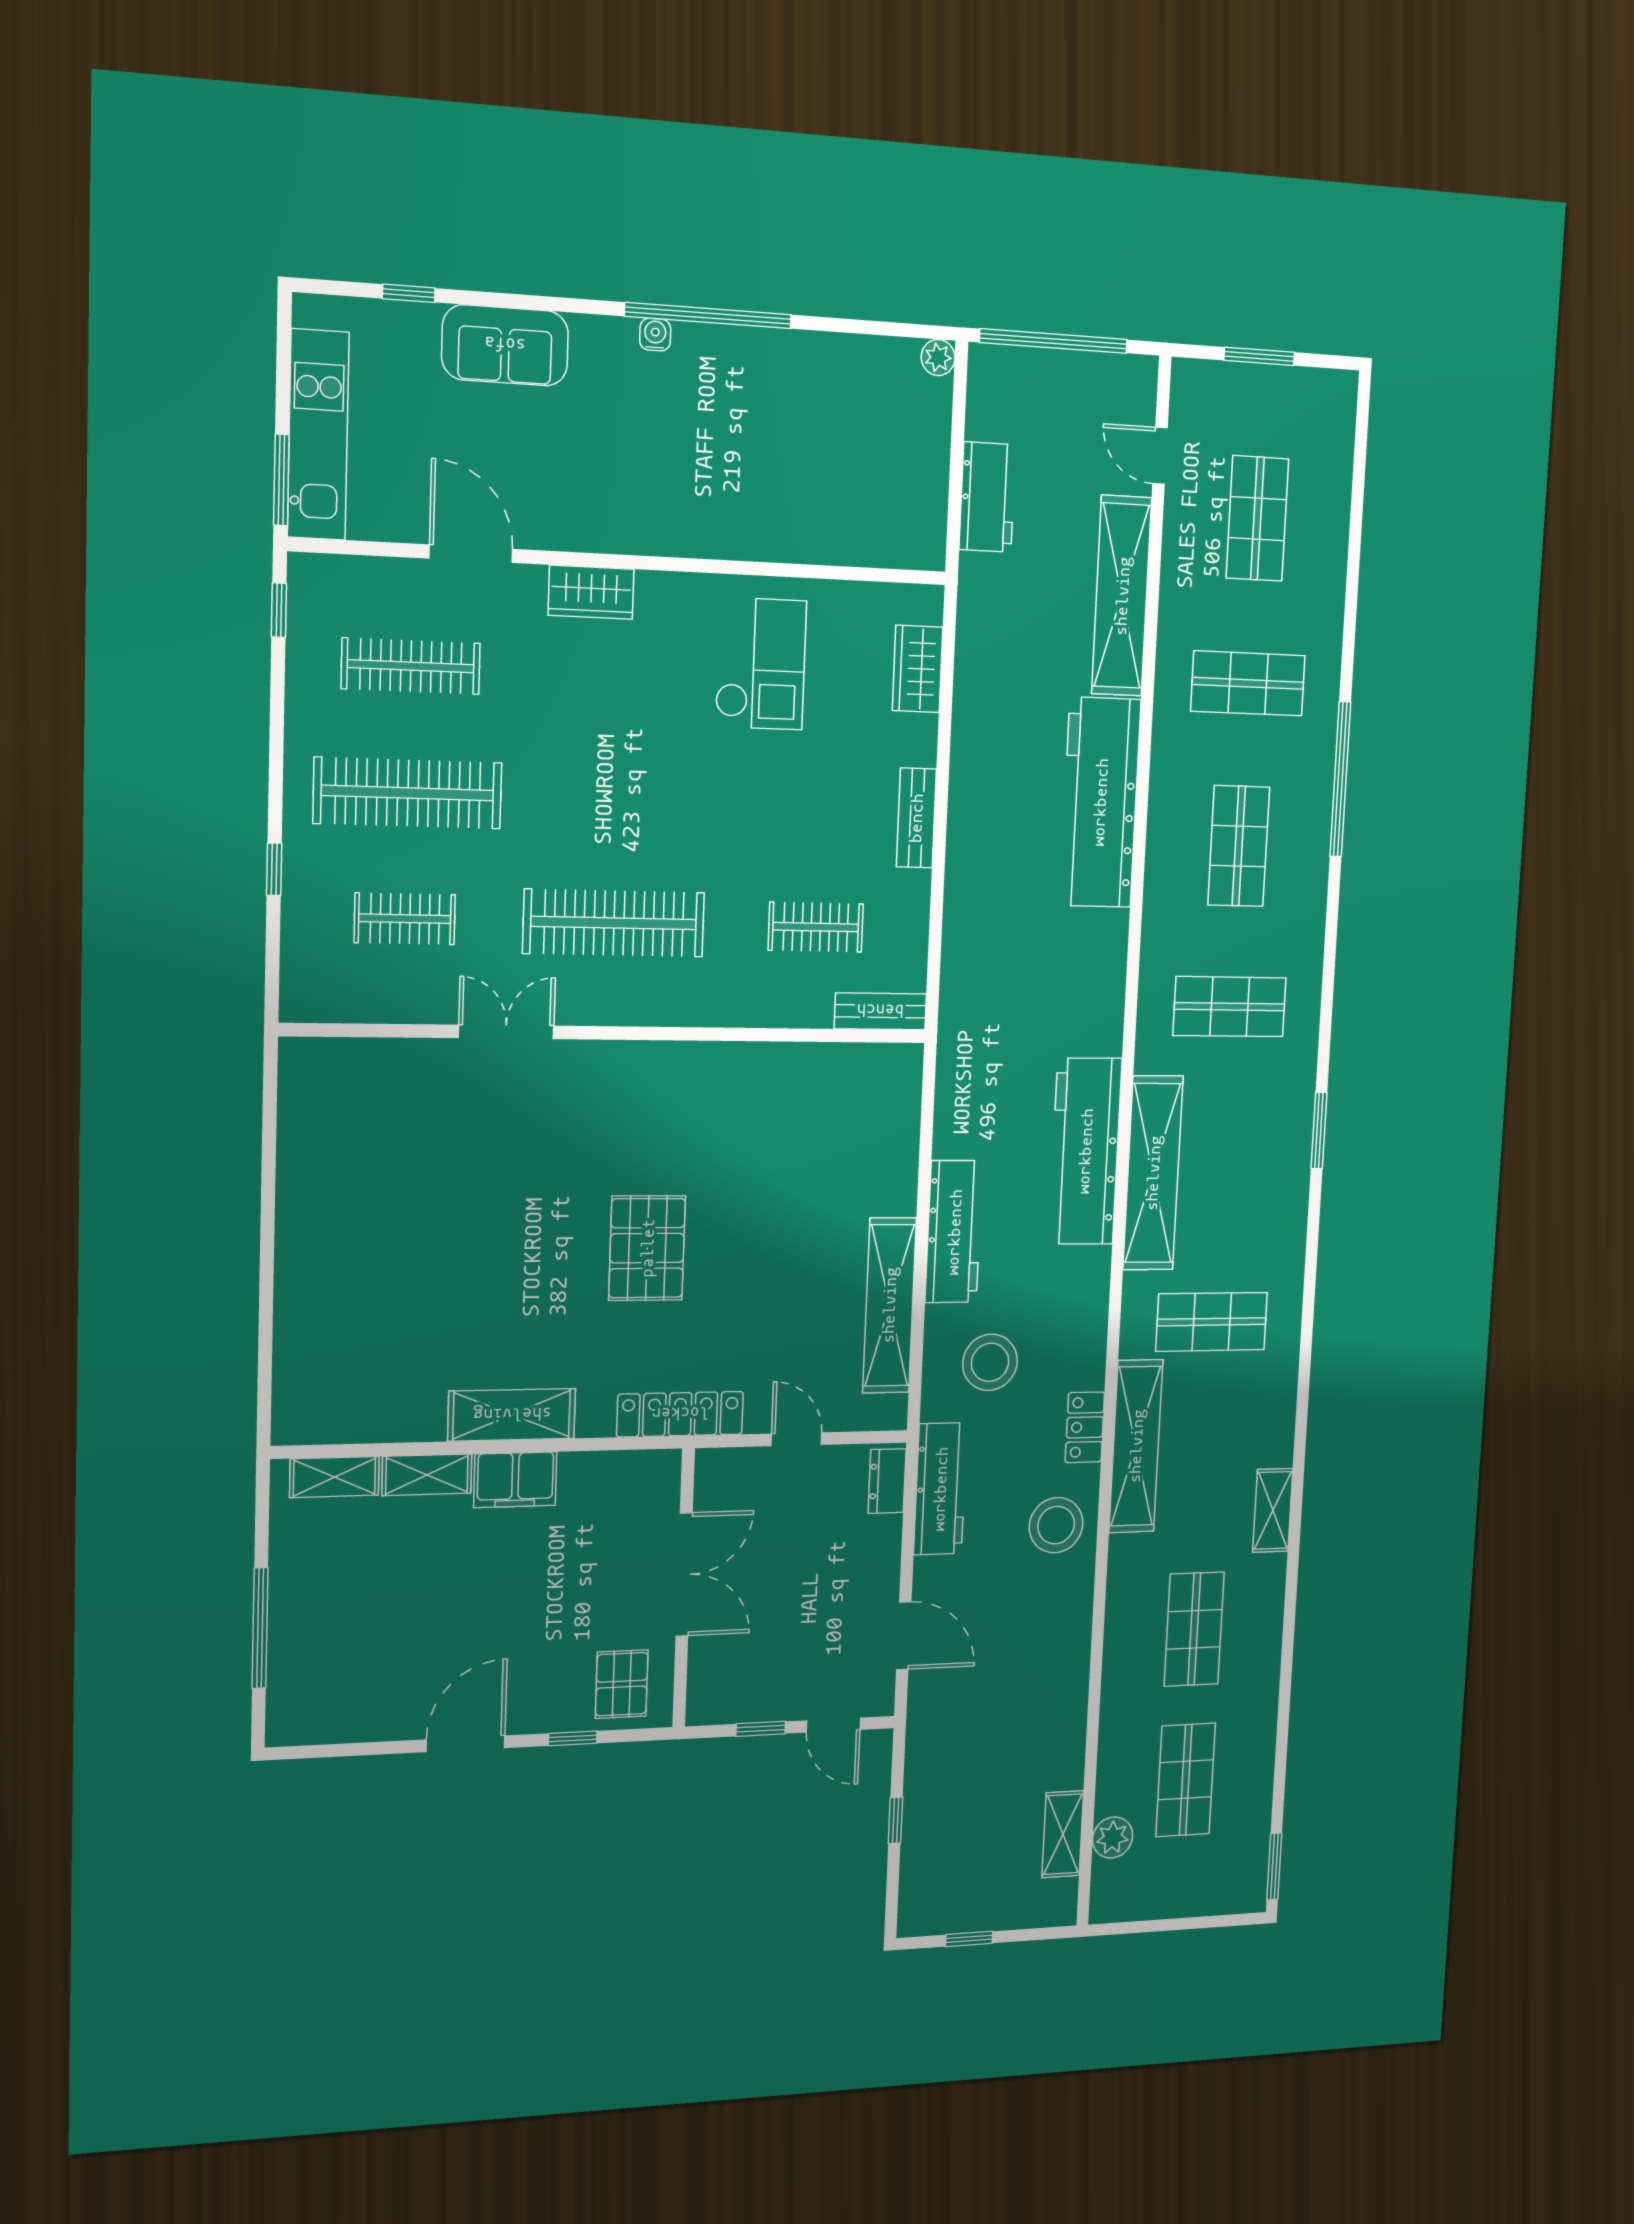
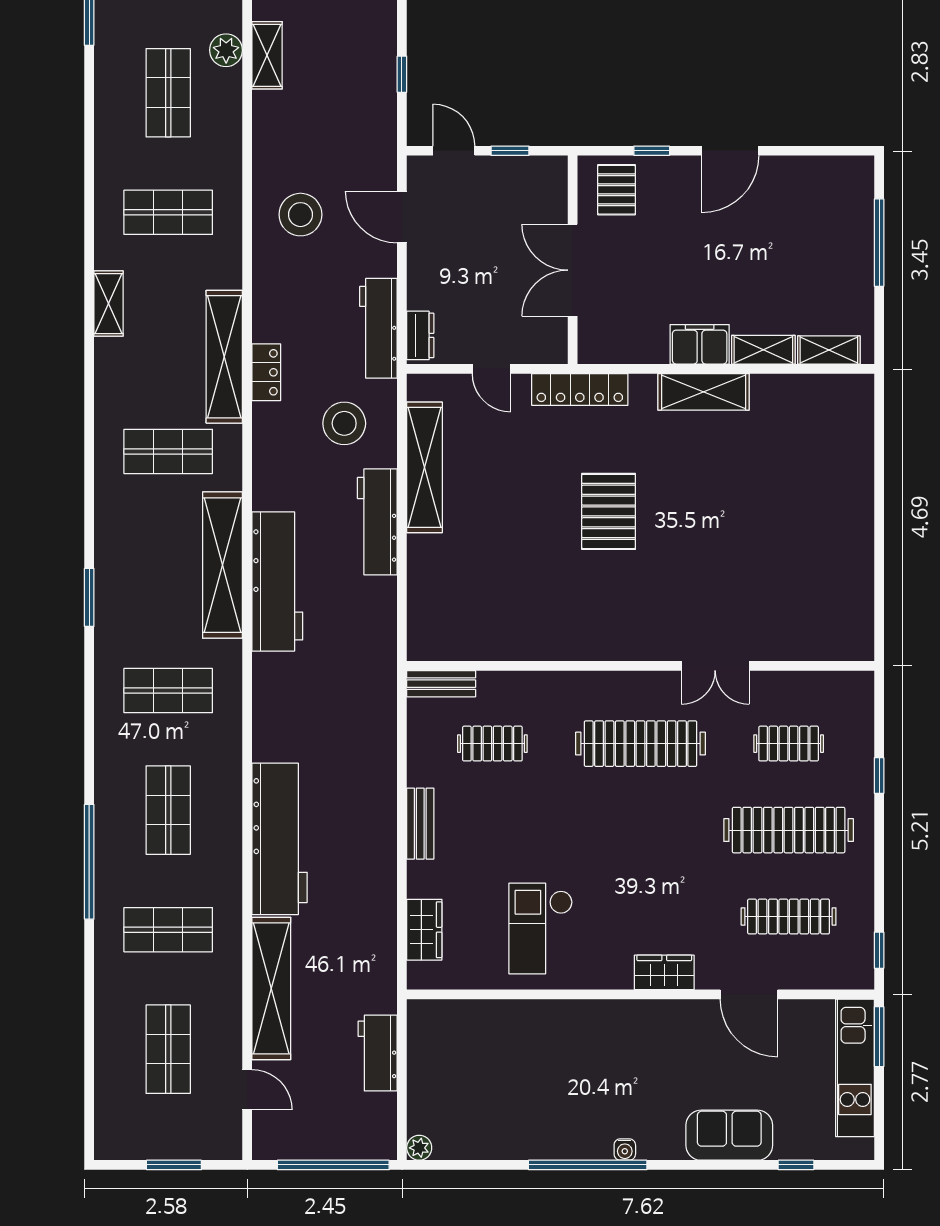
stool: (1056, 1525) -> (300, 215), moved
shop shelf: (1194, 1629) -> (168, 212), turned 90

